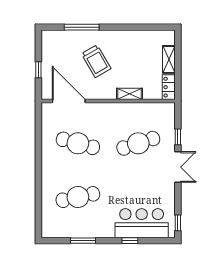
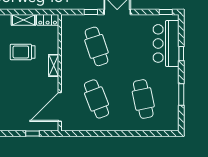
trolley: (96, 61) -> (23, 52), moved, turned -150
shelving: (129, 94) -> (54, 65), moved
cafe table: (78, 143) -> (97, 99), turned -36

